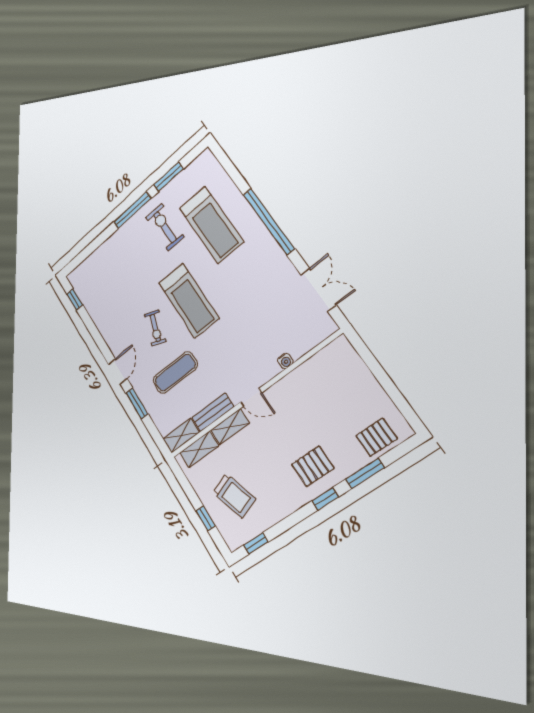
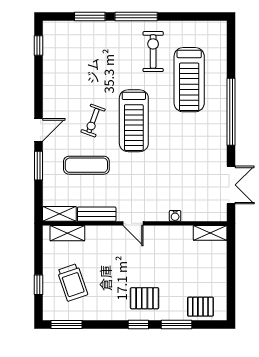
window: (169, 177) -> (90, 17), moved
shelving: (230, 427) -> (210, 233), moved
window: (256, 543) -> (67, 325), width x1.50

